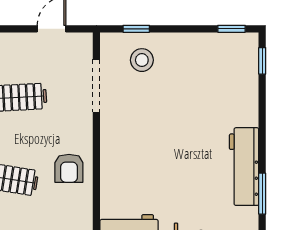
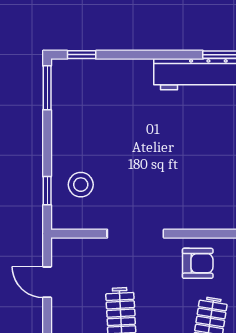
window: (231, 29) -> (47, 88), width x1.50
doorway: (96, 86) -> (135, 234), moved

